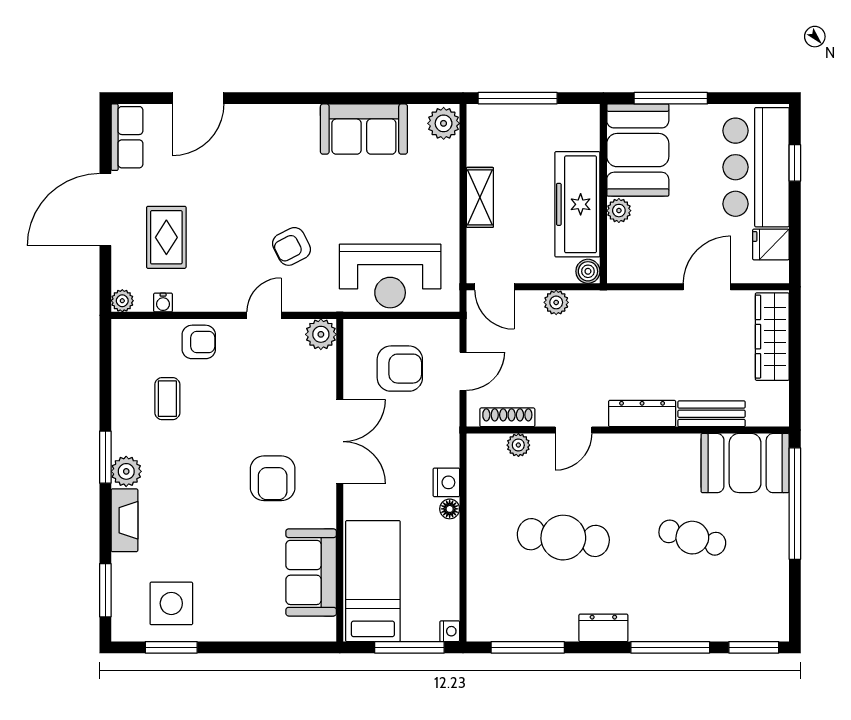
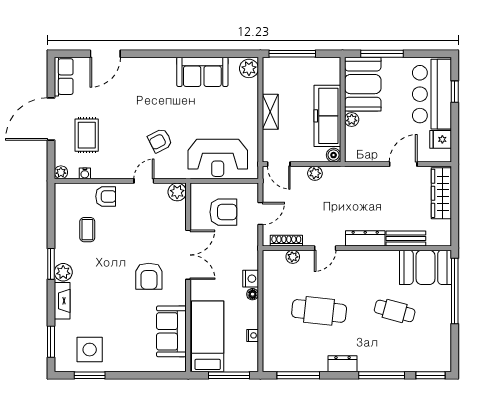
nightstand: (450, 631) -> (253, 335), moved

